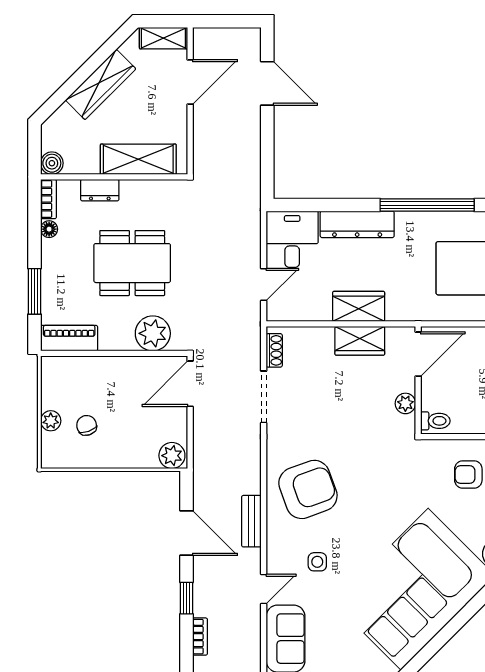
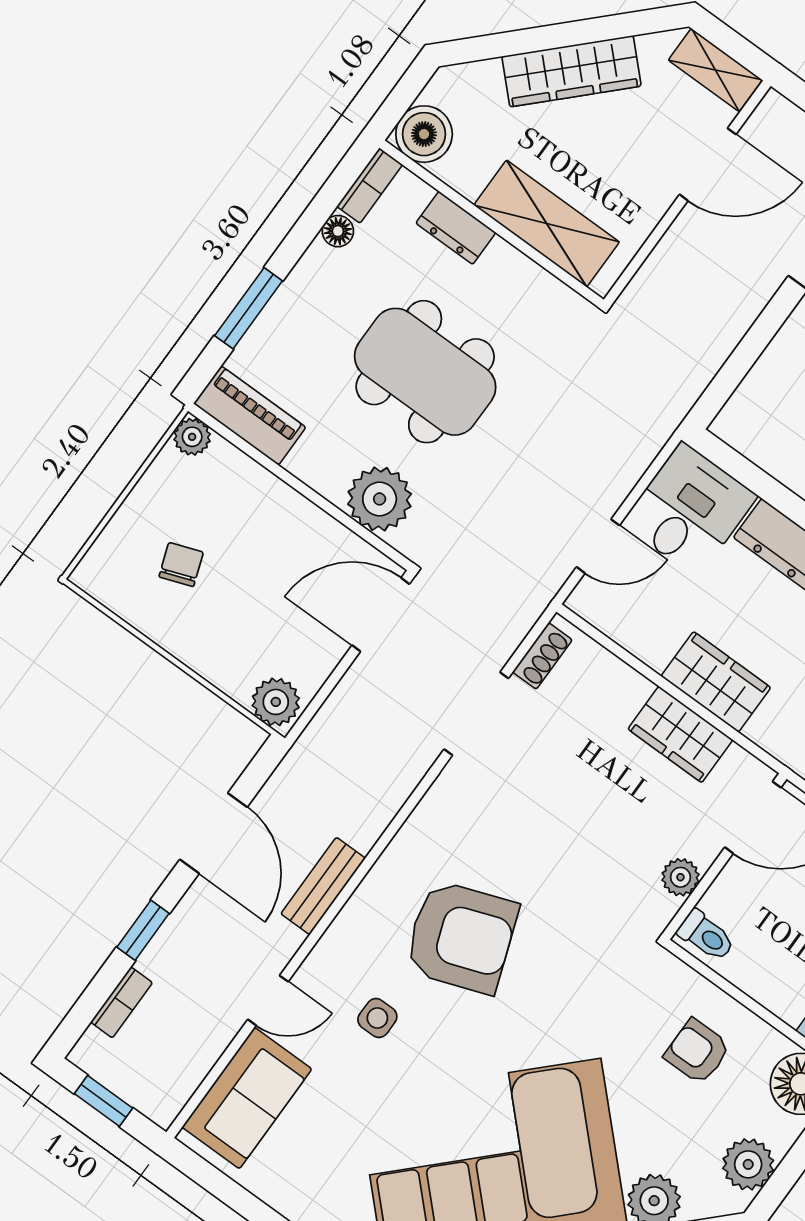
boiler: (52, 163) -> (424, 134), width x1.36, depth x1.36
plant: (51, 421) -> (192, 437), moved
armchair: (308, 489) -> (461, 937), moved

